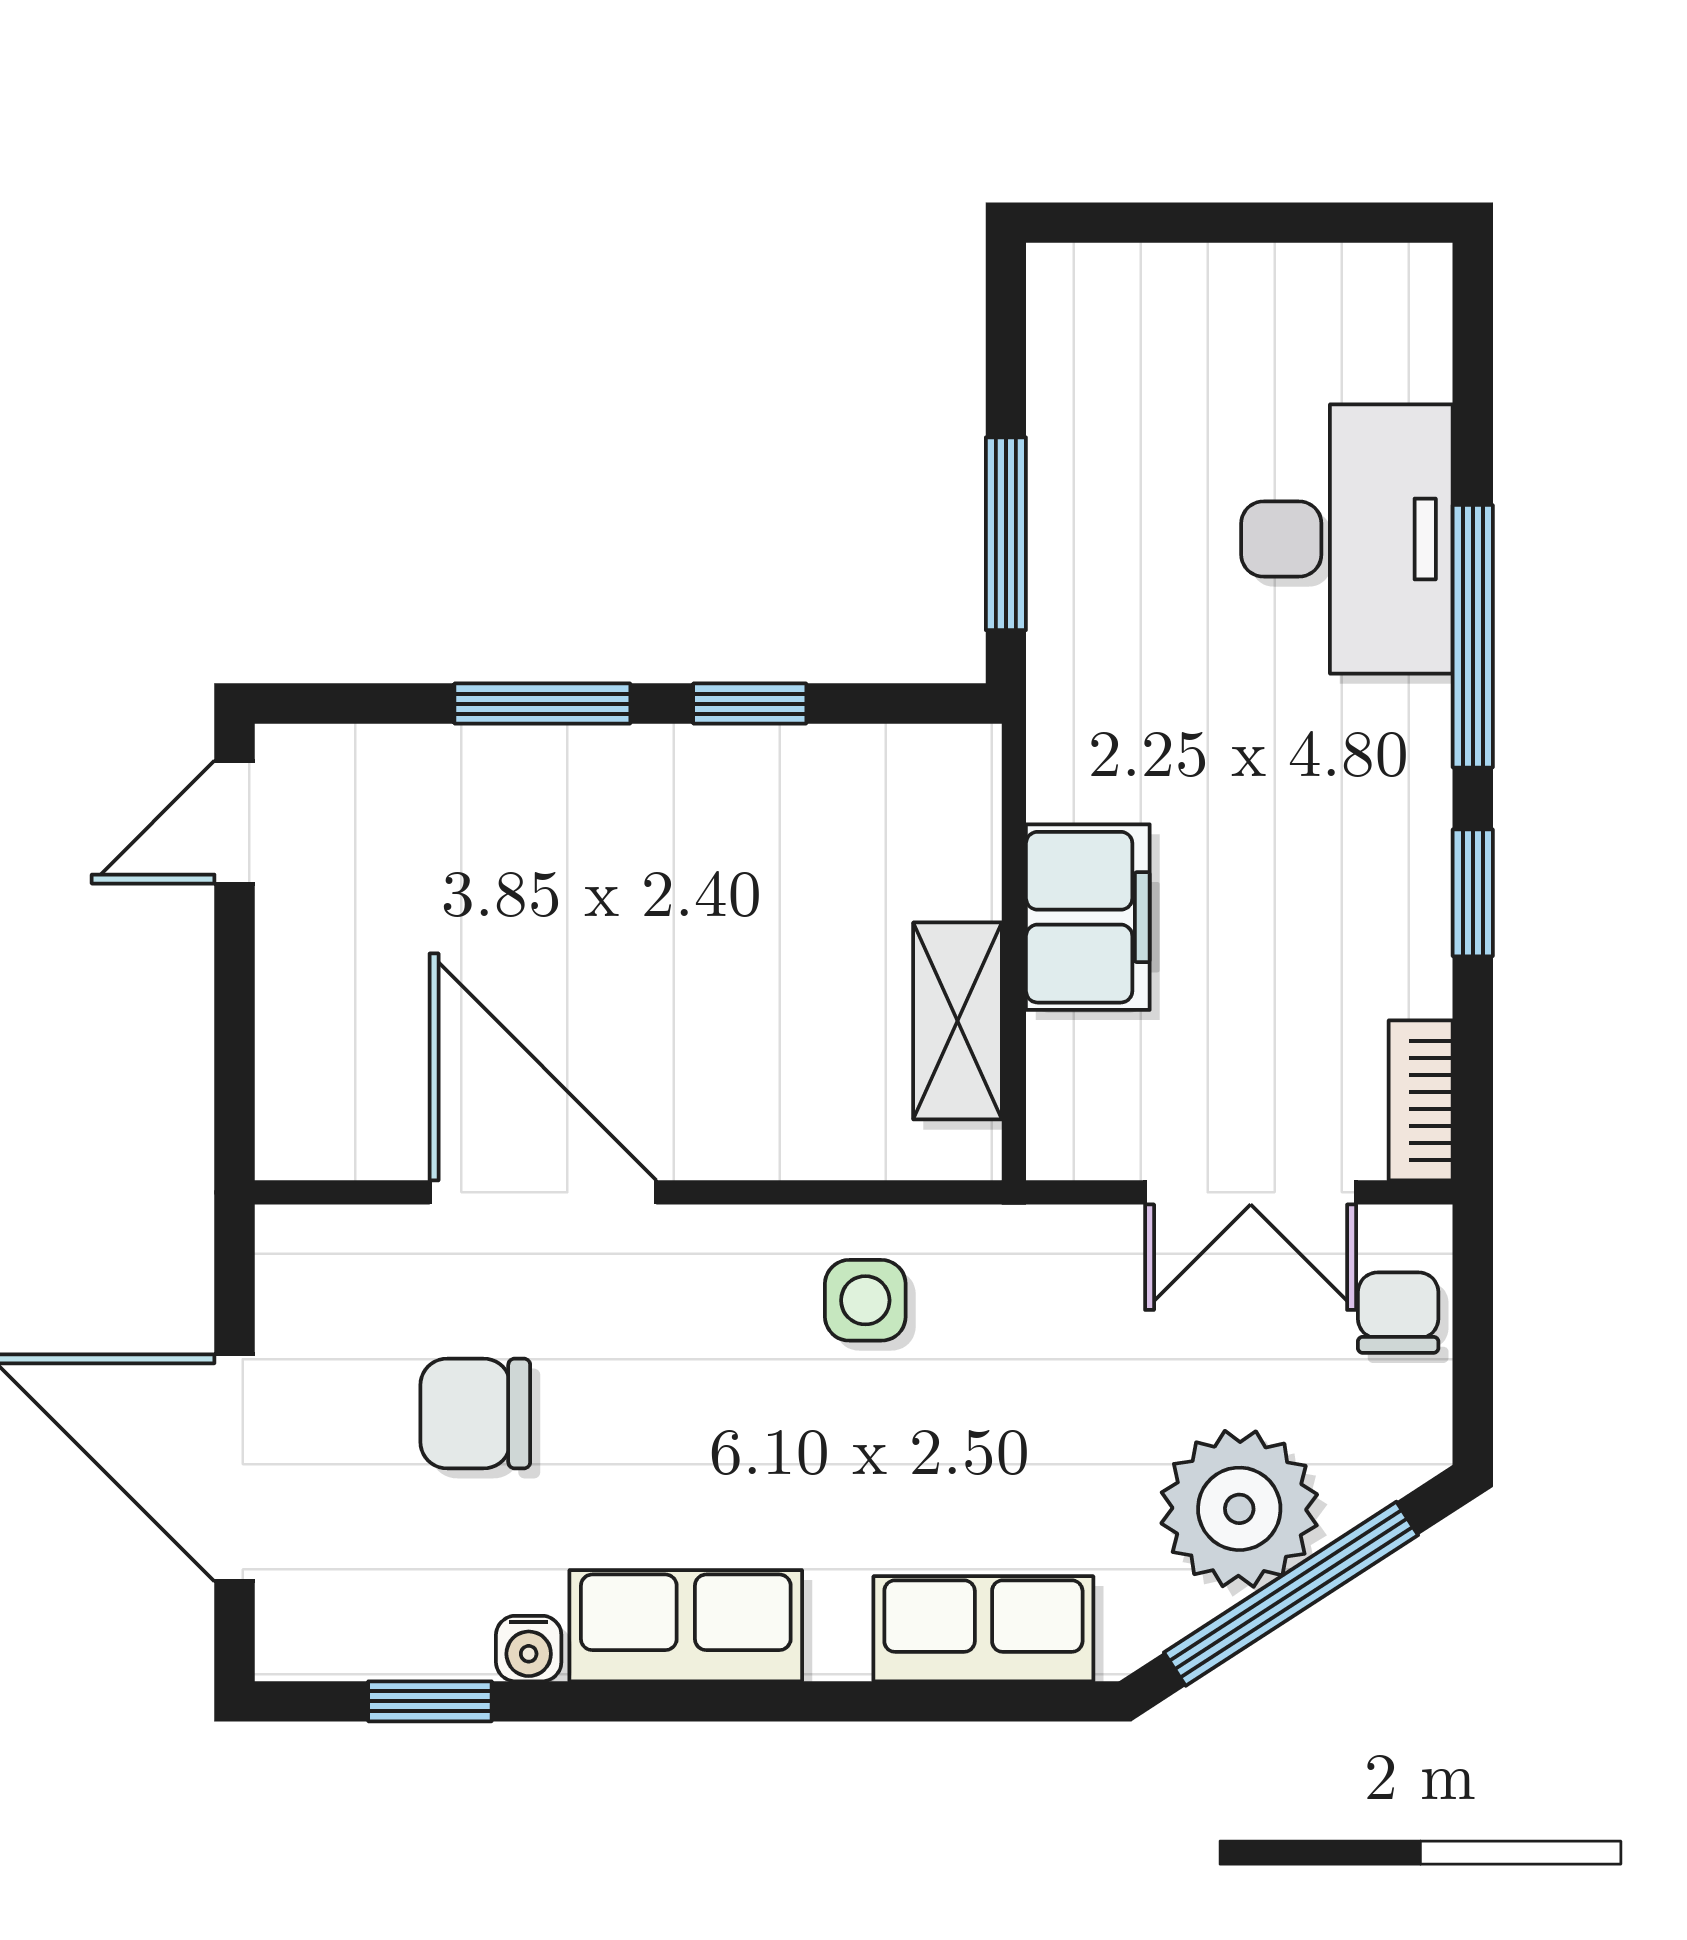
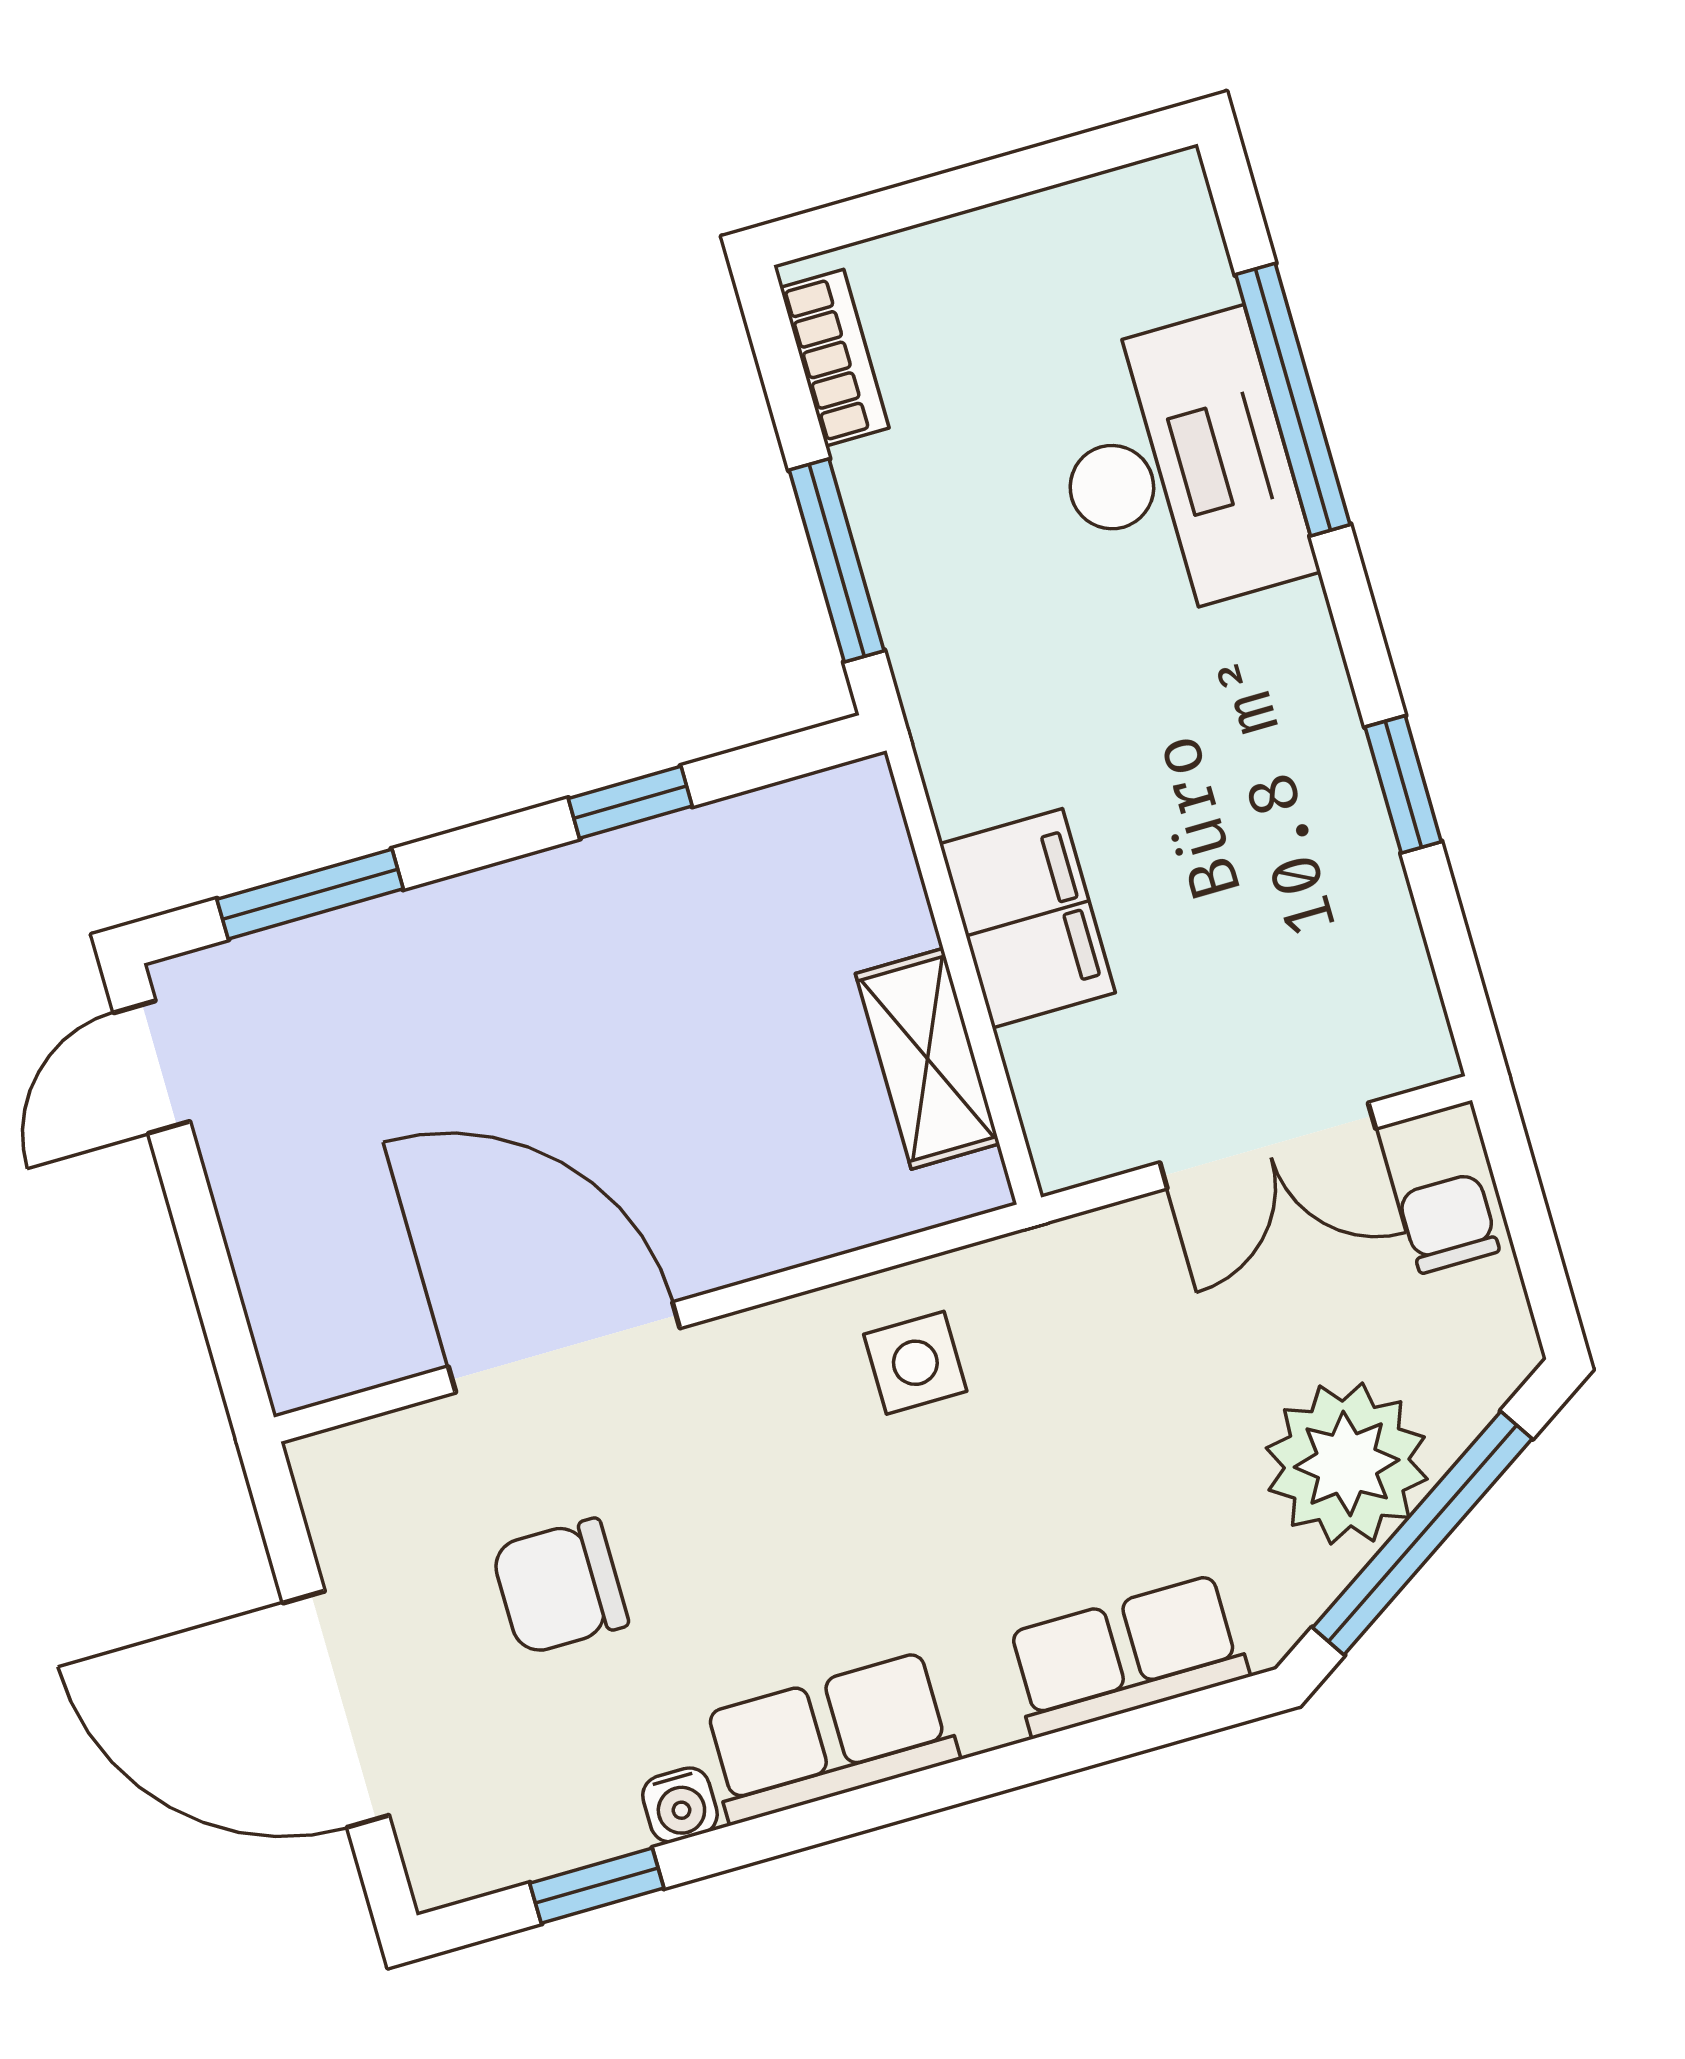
window: (1473, 636) -> (1293, 400), moved
window: (542, 704) -> (310, 894), moved
bookcase: (1421, 1100) -> (834, 358), moved, turned 180

